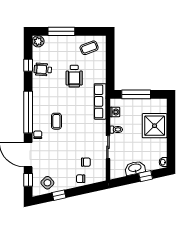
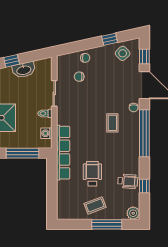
coffee table: (89, 48) -> (95, 205), moved
row of seats: (100, 101) -> (63, 153), width x1.36

